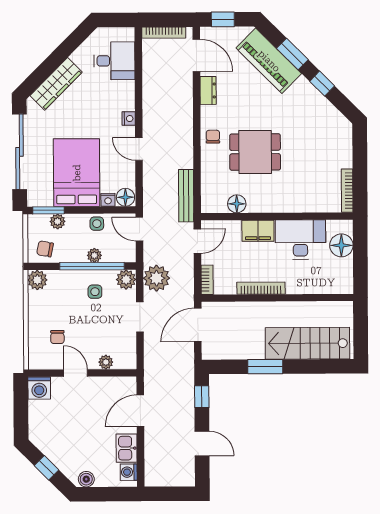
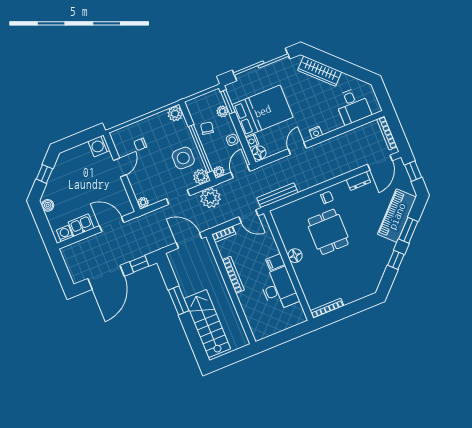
floor lamp: (237, 204) -> (295, 256), moved
filing cabinet: (258, 231) -> (275, 262), width x0.50
floor lamp: (341, 245) -> (286, 320), removed
chair: (45, 249) -> (207, 128), moved
plant: (94, 255) -> (219, 172), moved
side table: (95, 292) -> (183, 158), width x1.87, depth x1.87
plant: (106, 362) -> (143, 202), moved
door: (202, 443) -> (106, 277), width x1.87

